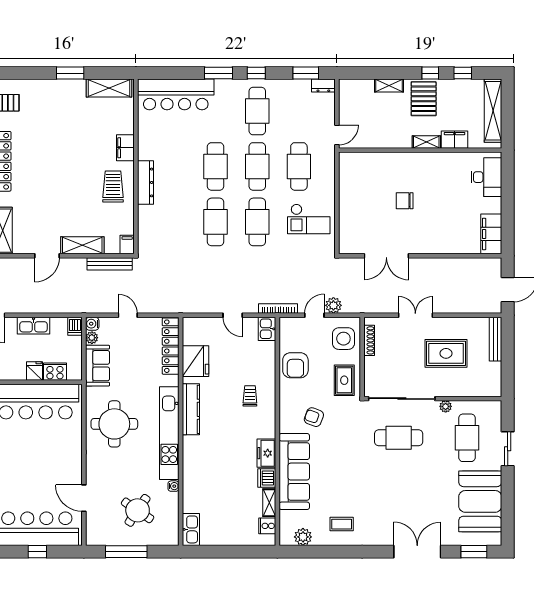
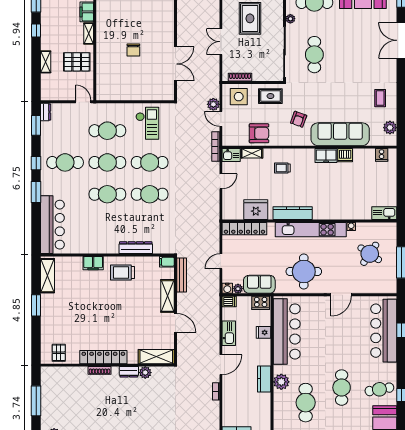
pallet: (424, 99) -> (77, 62), moved
dresser: (146, 182) -> (136, 248), moved
cooker: (55, 372) -> (261, 303), moved, turned -90
door: (84, 498) -> (341, 295), moved
shelving: (269, 503) -> (252, 153), moved

